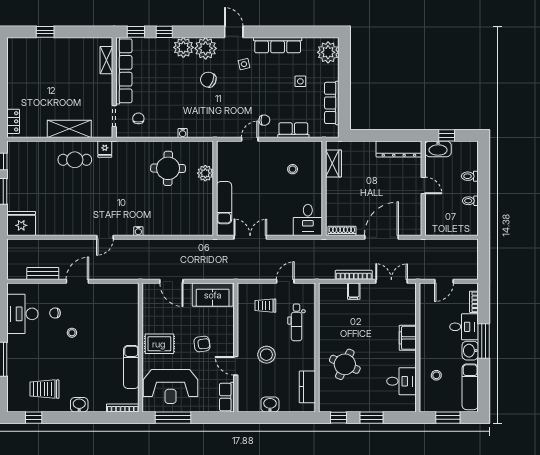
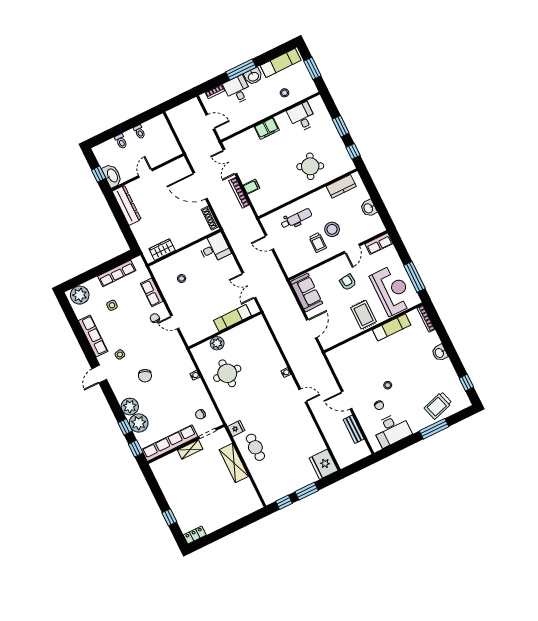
plant: (206, 48) -> (139, 423), moved
shelving: (106, 60) -> (190, 449), moved
locker: (13, 121) -> (195, 535), moved
trolley: (265, 306) -> (318, 243), moved
trolley: (44, 389) -> (438, 405), moved, turned 73

